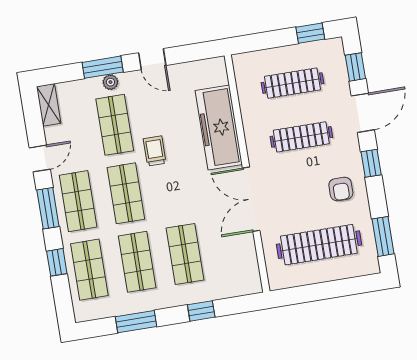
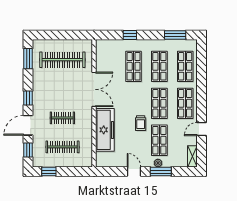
clothes rail: (301, 137) -> (62, 118), width x0.73
armchair: (341, 189) -> (46, 87), removed
window: (48, 208) -> (202, 102), removed
window: (57, 262) -> (202, 73), removed
window: (136, 322) -> (175, 35), moved

